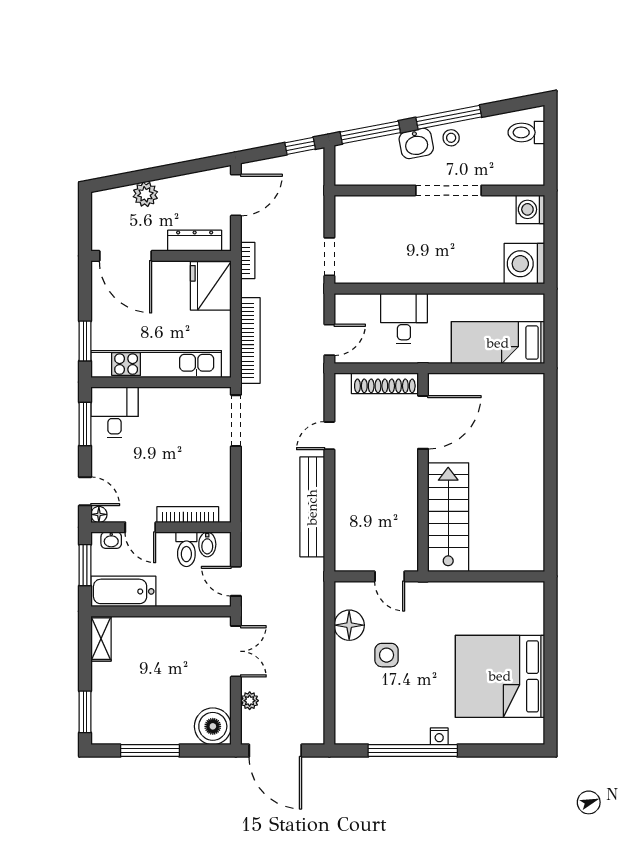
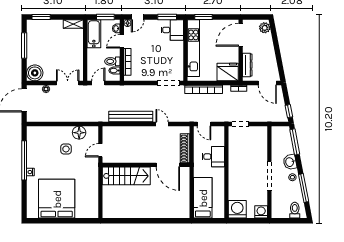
window: (449, 117) -> (304, 188), moved
plant: (145, 194) -> (265, 28), moved
double door: (236, 651) -> (68, 83), swing flipped

